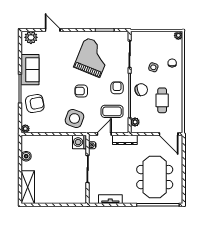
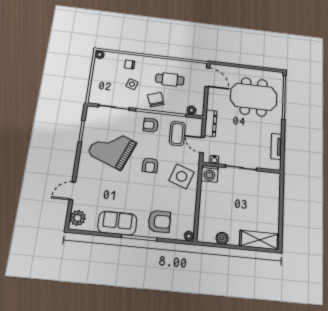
armchair: (35, 104) -> (159, 221), turned 101
door: (169, 134) -> (207, 77), hinge flipped

